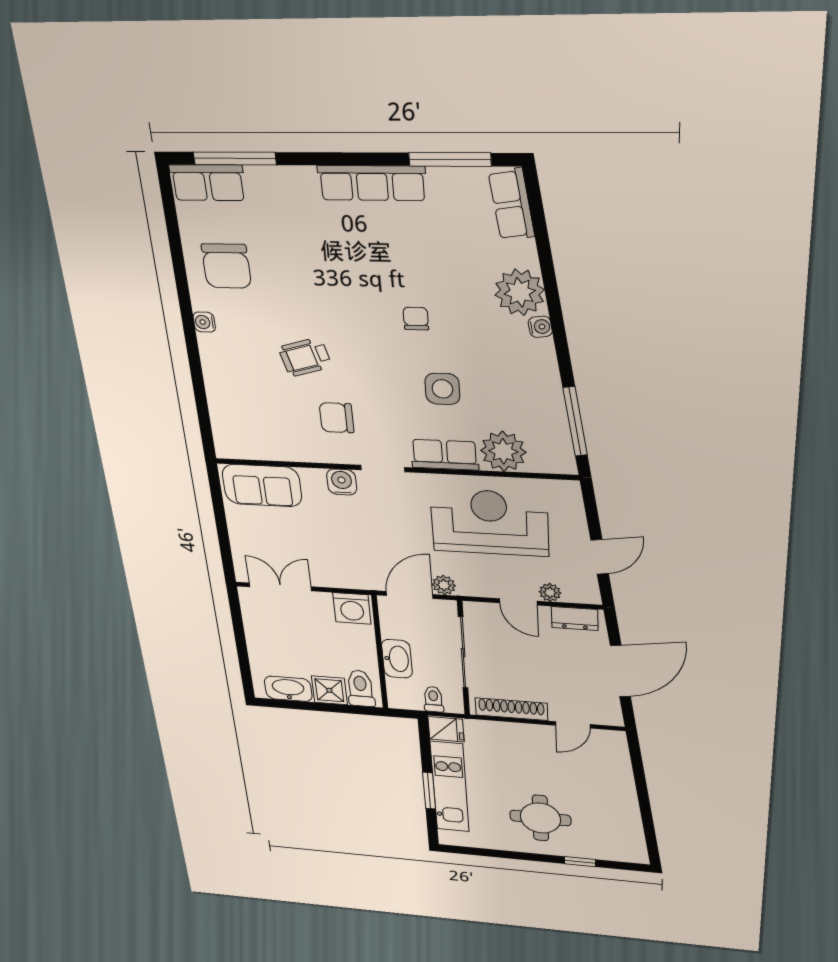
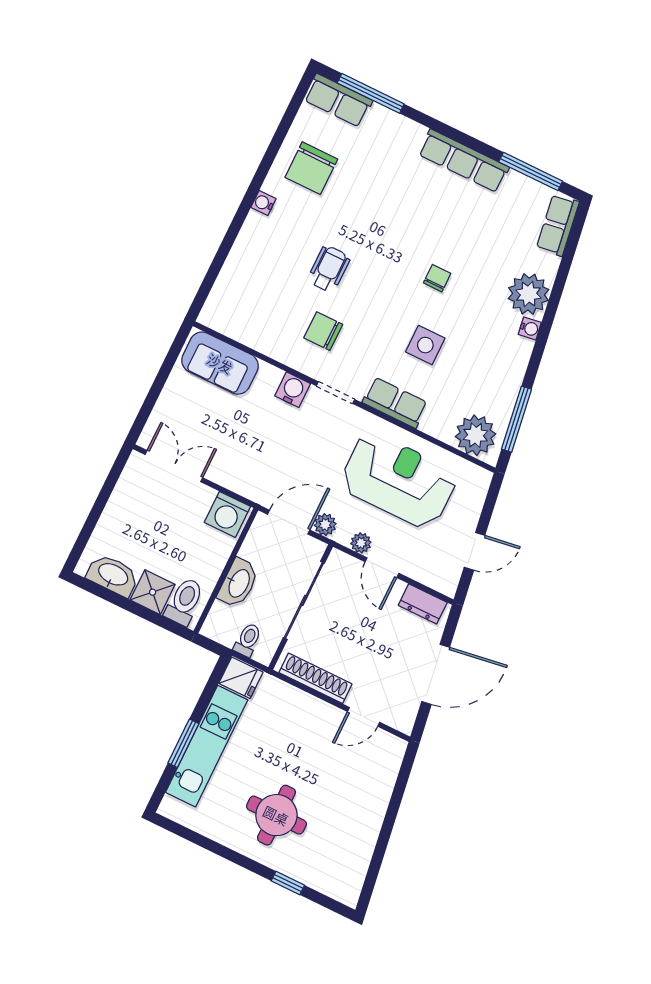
wheelchair: (305, 357) -> (329, 269), turned 106
plant: (503, 451) -> (476, 435), moved
plant: (550, 592) -> (361, 543), moved

